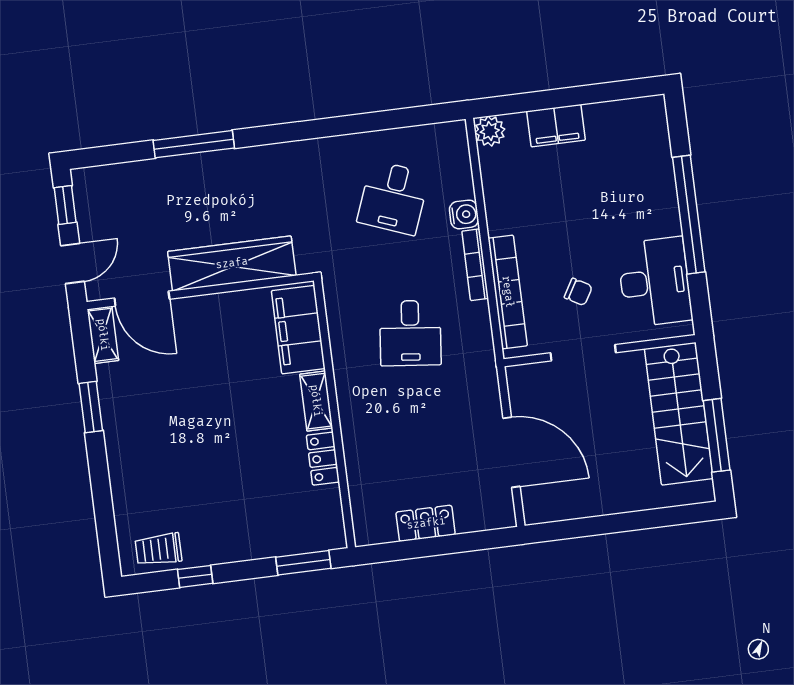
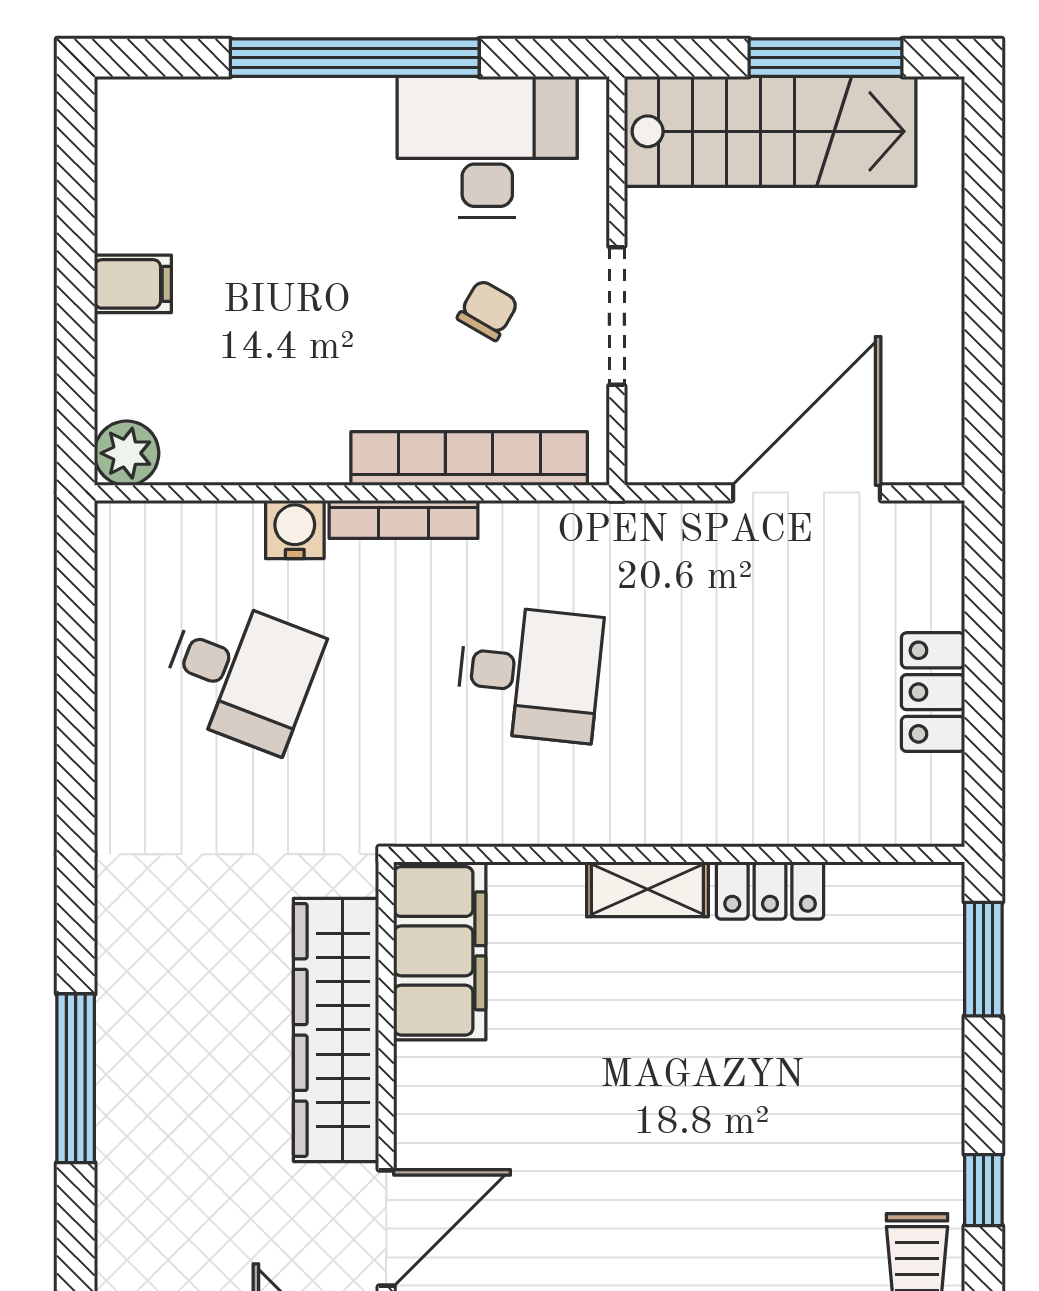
filing cabinet: (556, 126) -> (133, 284), width x0.50
filing cabinet: (298, 330) -> (440, 951), moved, turned -90

